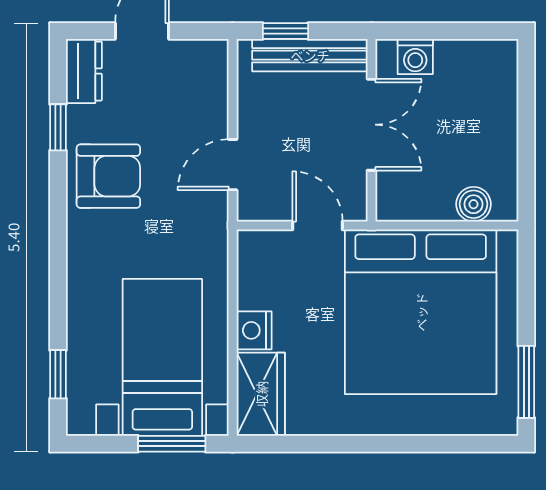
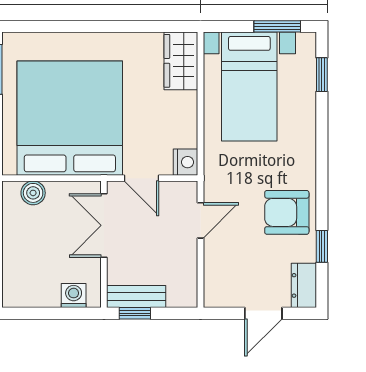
window: (285, 31) -> (135, 313), moved
bench: (310, 55) -> (136, 296), width x0.73
double door: (372, 125) -> (104, 225), moved
nightstand: (254, 330) -> (186, 162), moved
window: (172, 444) -> (277, 26), moved

